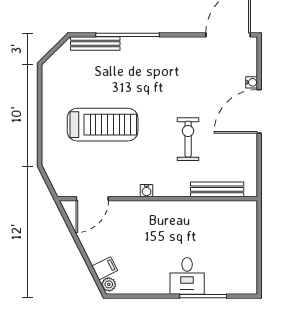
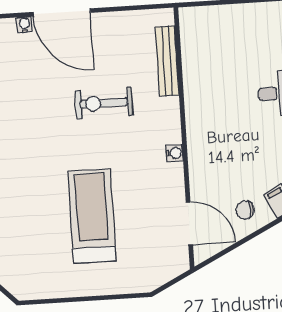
chair: (100, 242) -> (245, 210), added

